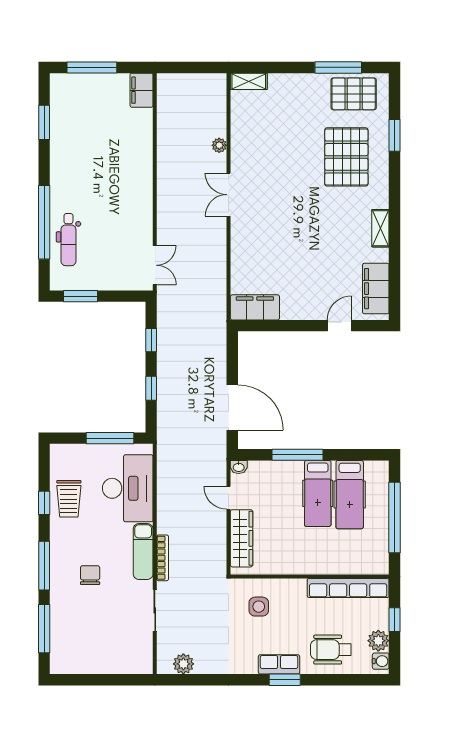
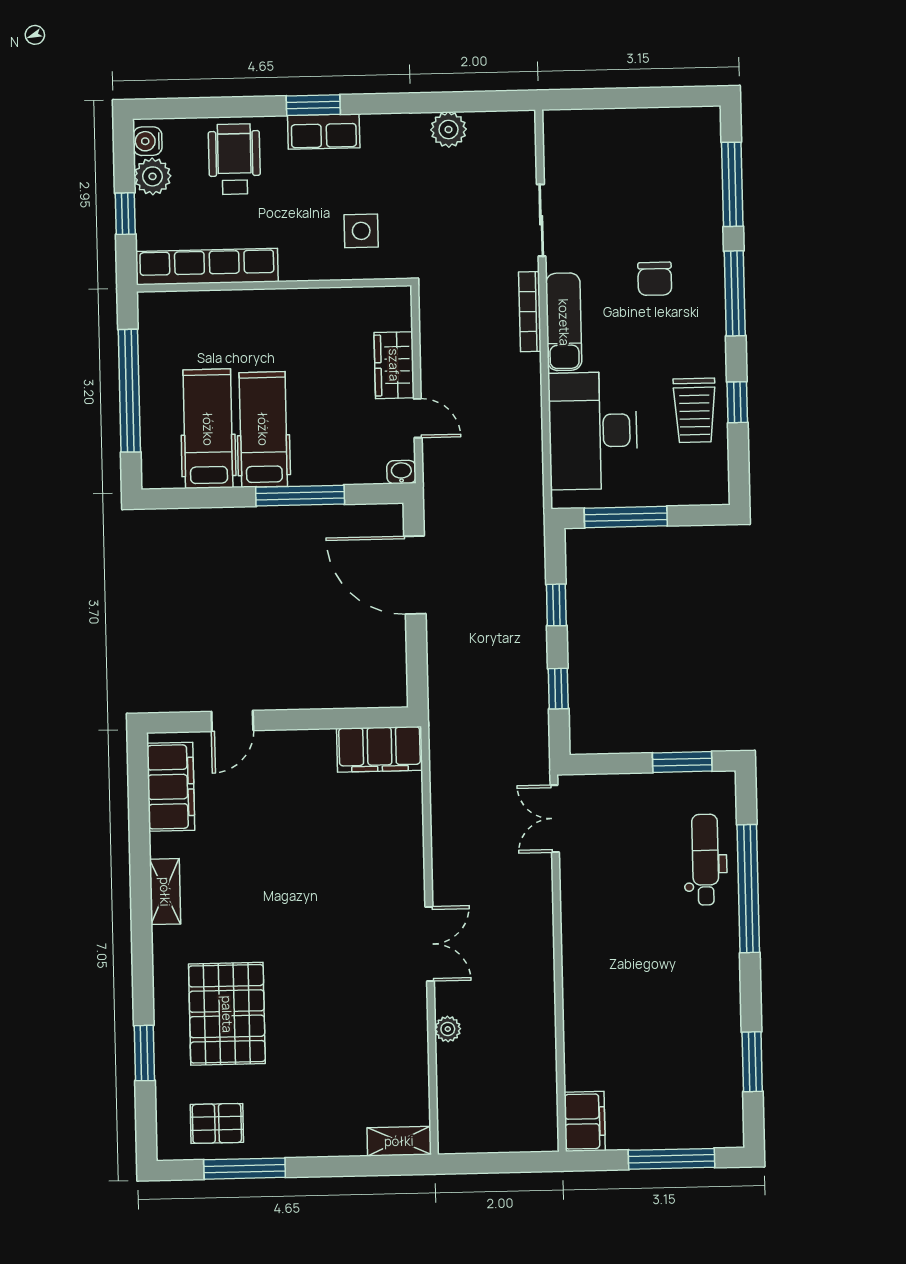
pallet: (354, 94) -> (217, 1123), width x0.67, depth x0.71
trolley: (69, 499) -> (695, 410), turned 180
wardrobe: (242, 538) -> (394, 365), width x0.67
wheelchair: (331, 650) -> (234, 159), turned -90
plant: (183, 664) -> (449, 130), moved

